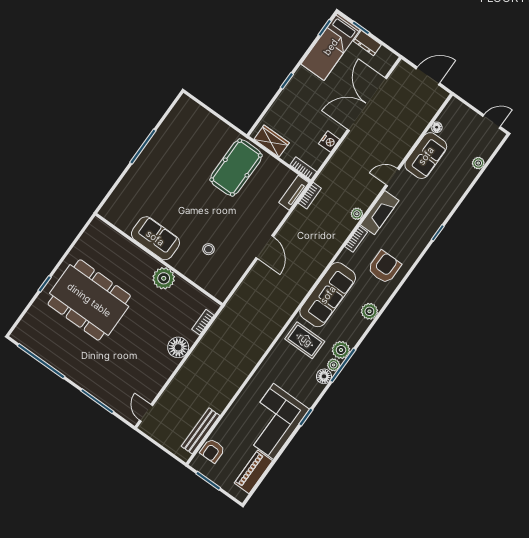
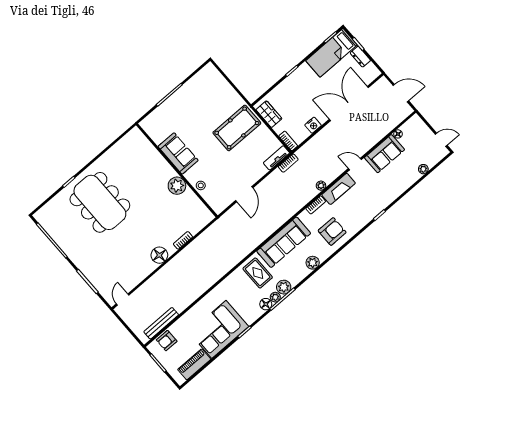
sofa: (155, 238) -> (178, 153), moved
wall: (159, 259) -> (177, 170), moved
plant: (164, 278) -> (177, 186), moved

